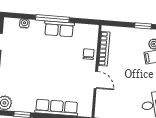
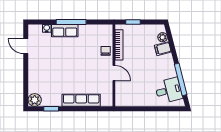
window: (143, 26) -> (133, 22), moved
row of seats: (59, 29) -> (65, 31), moved

